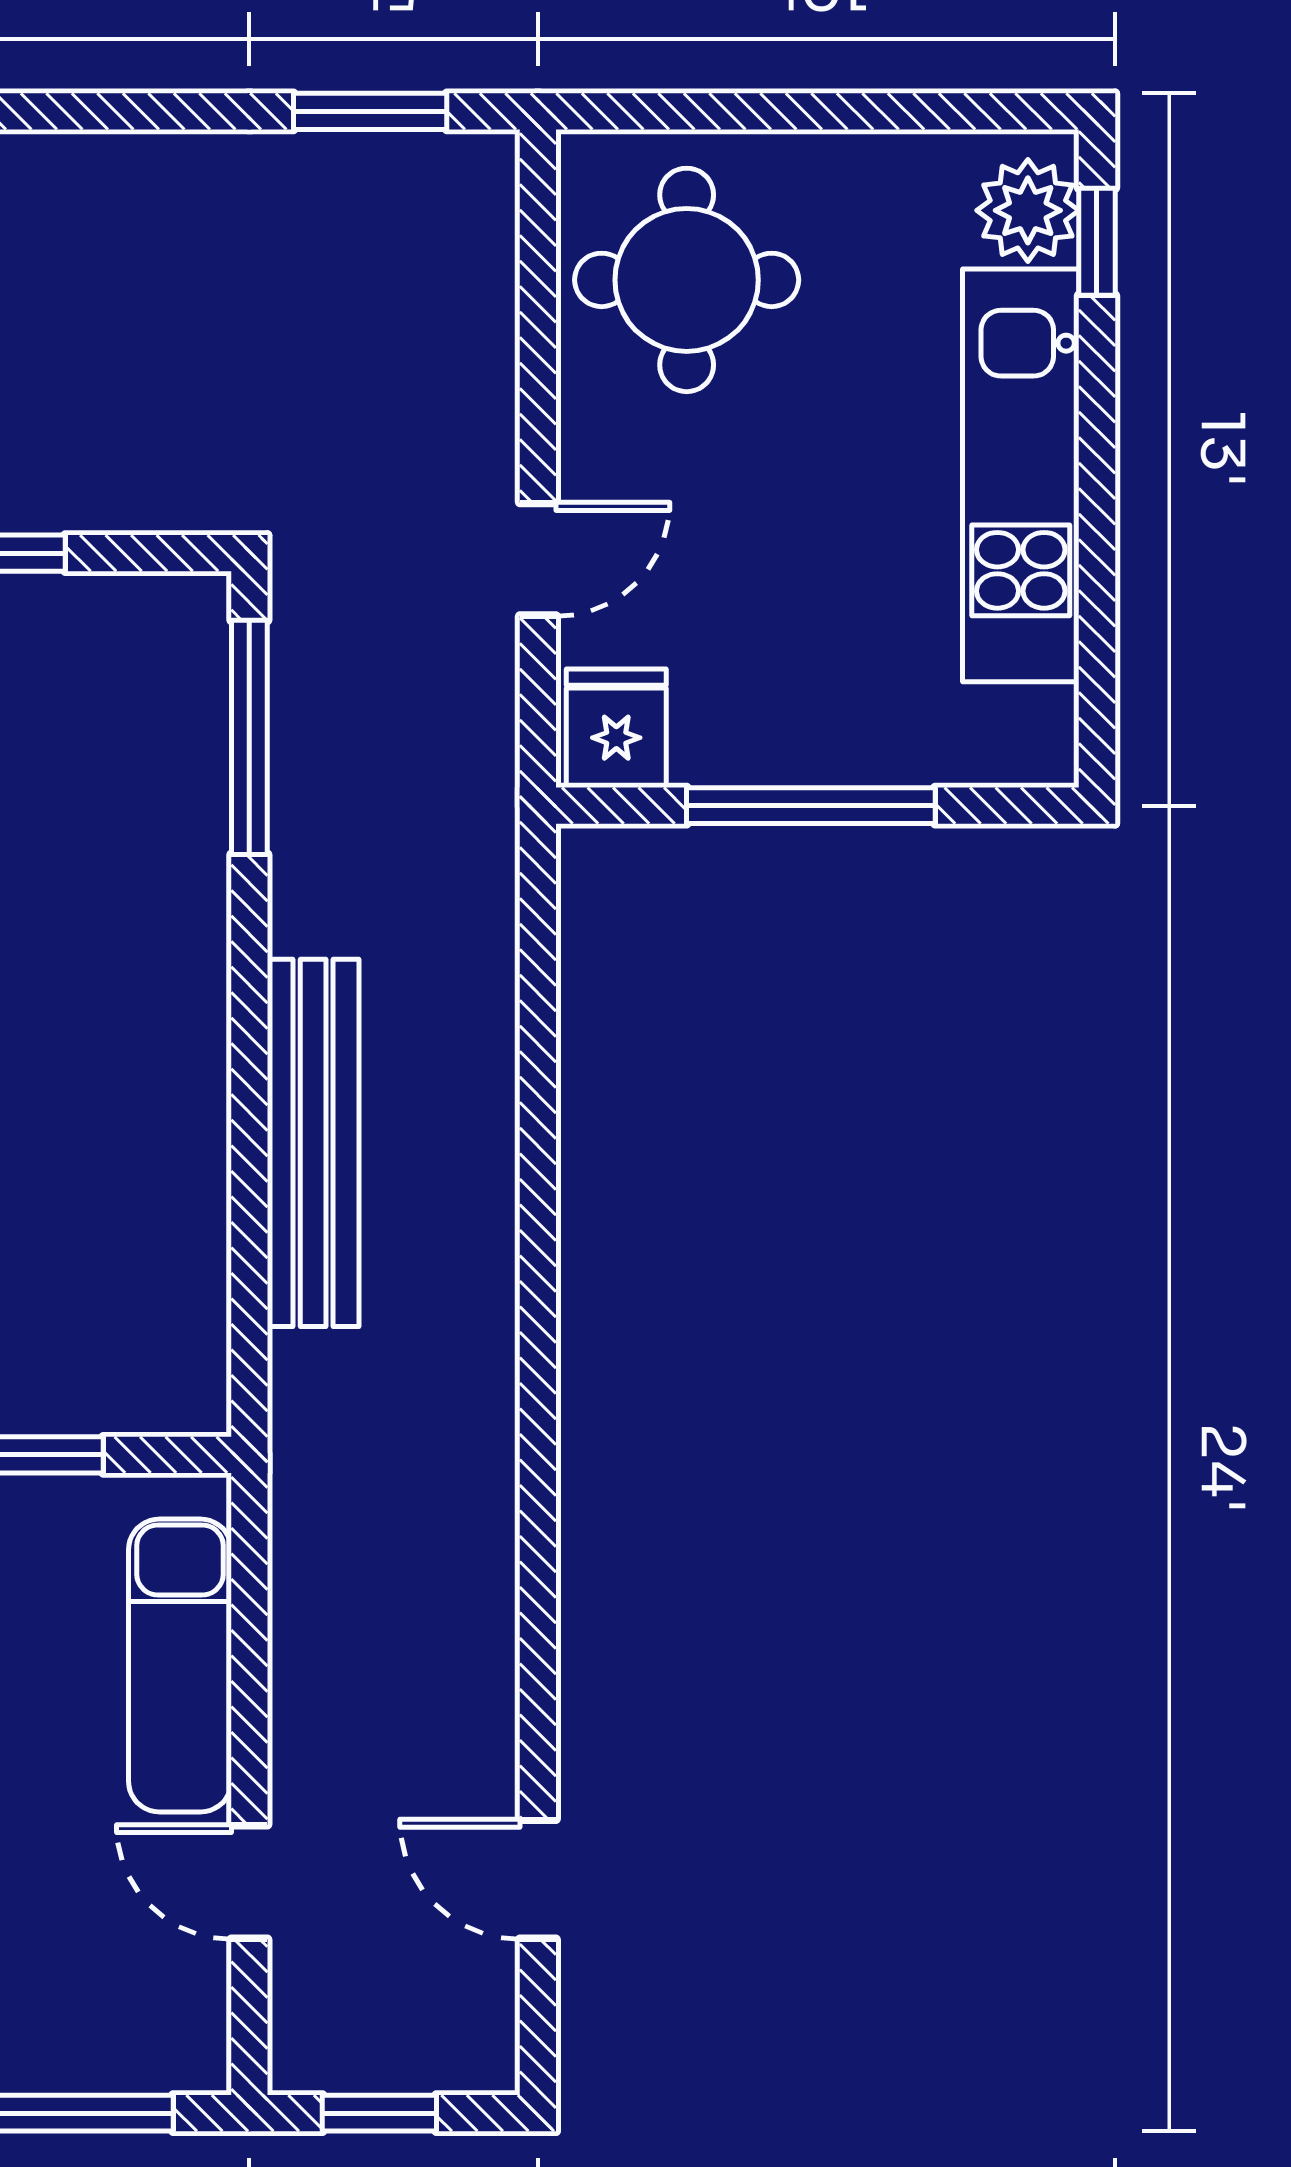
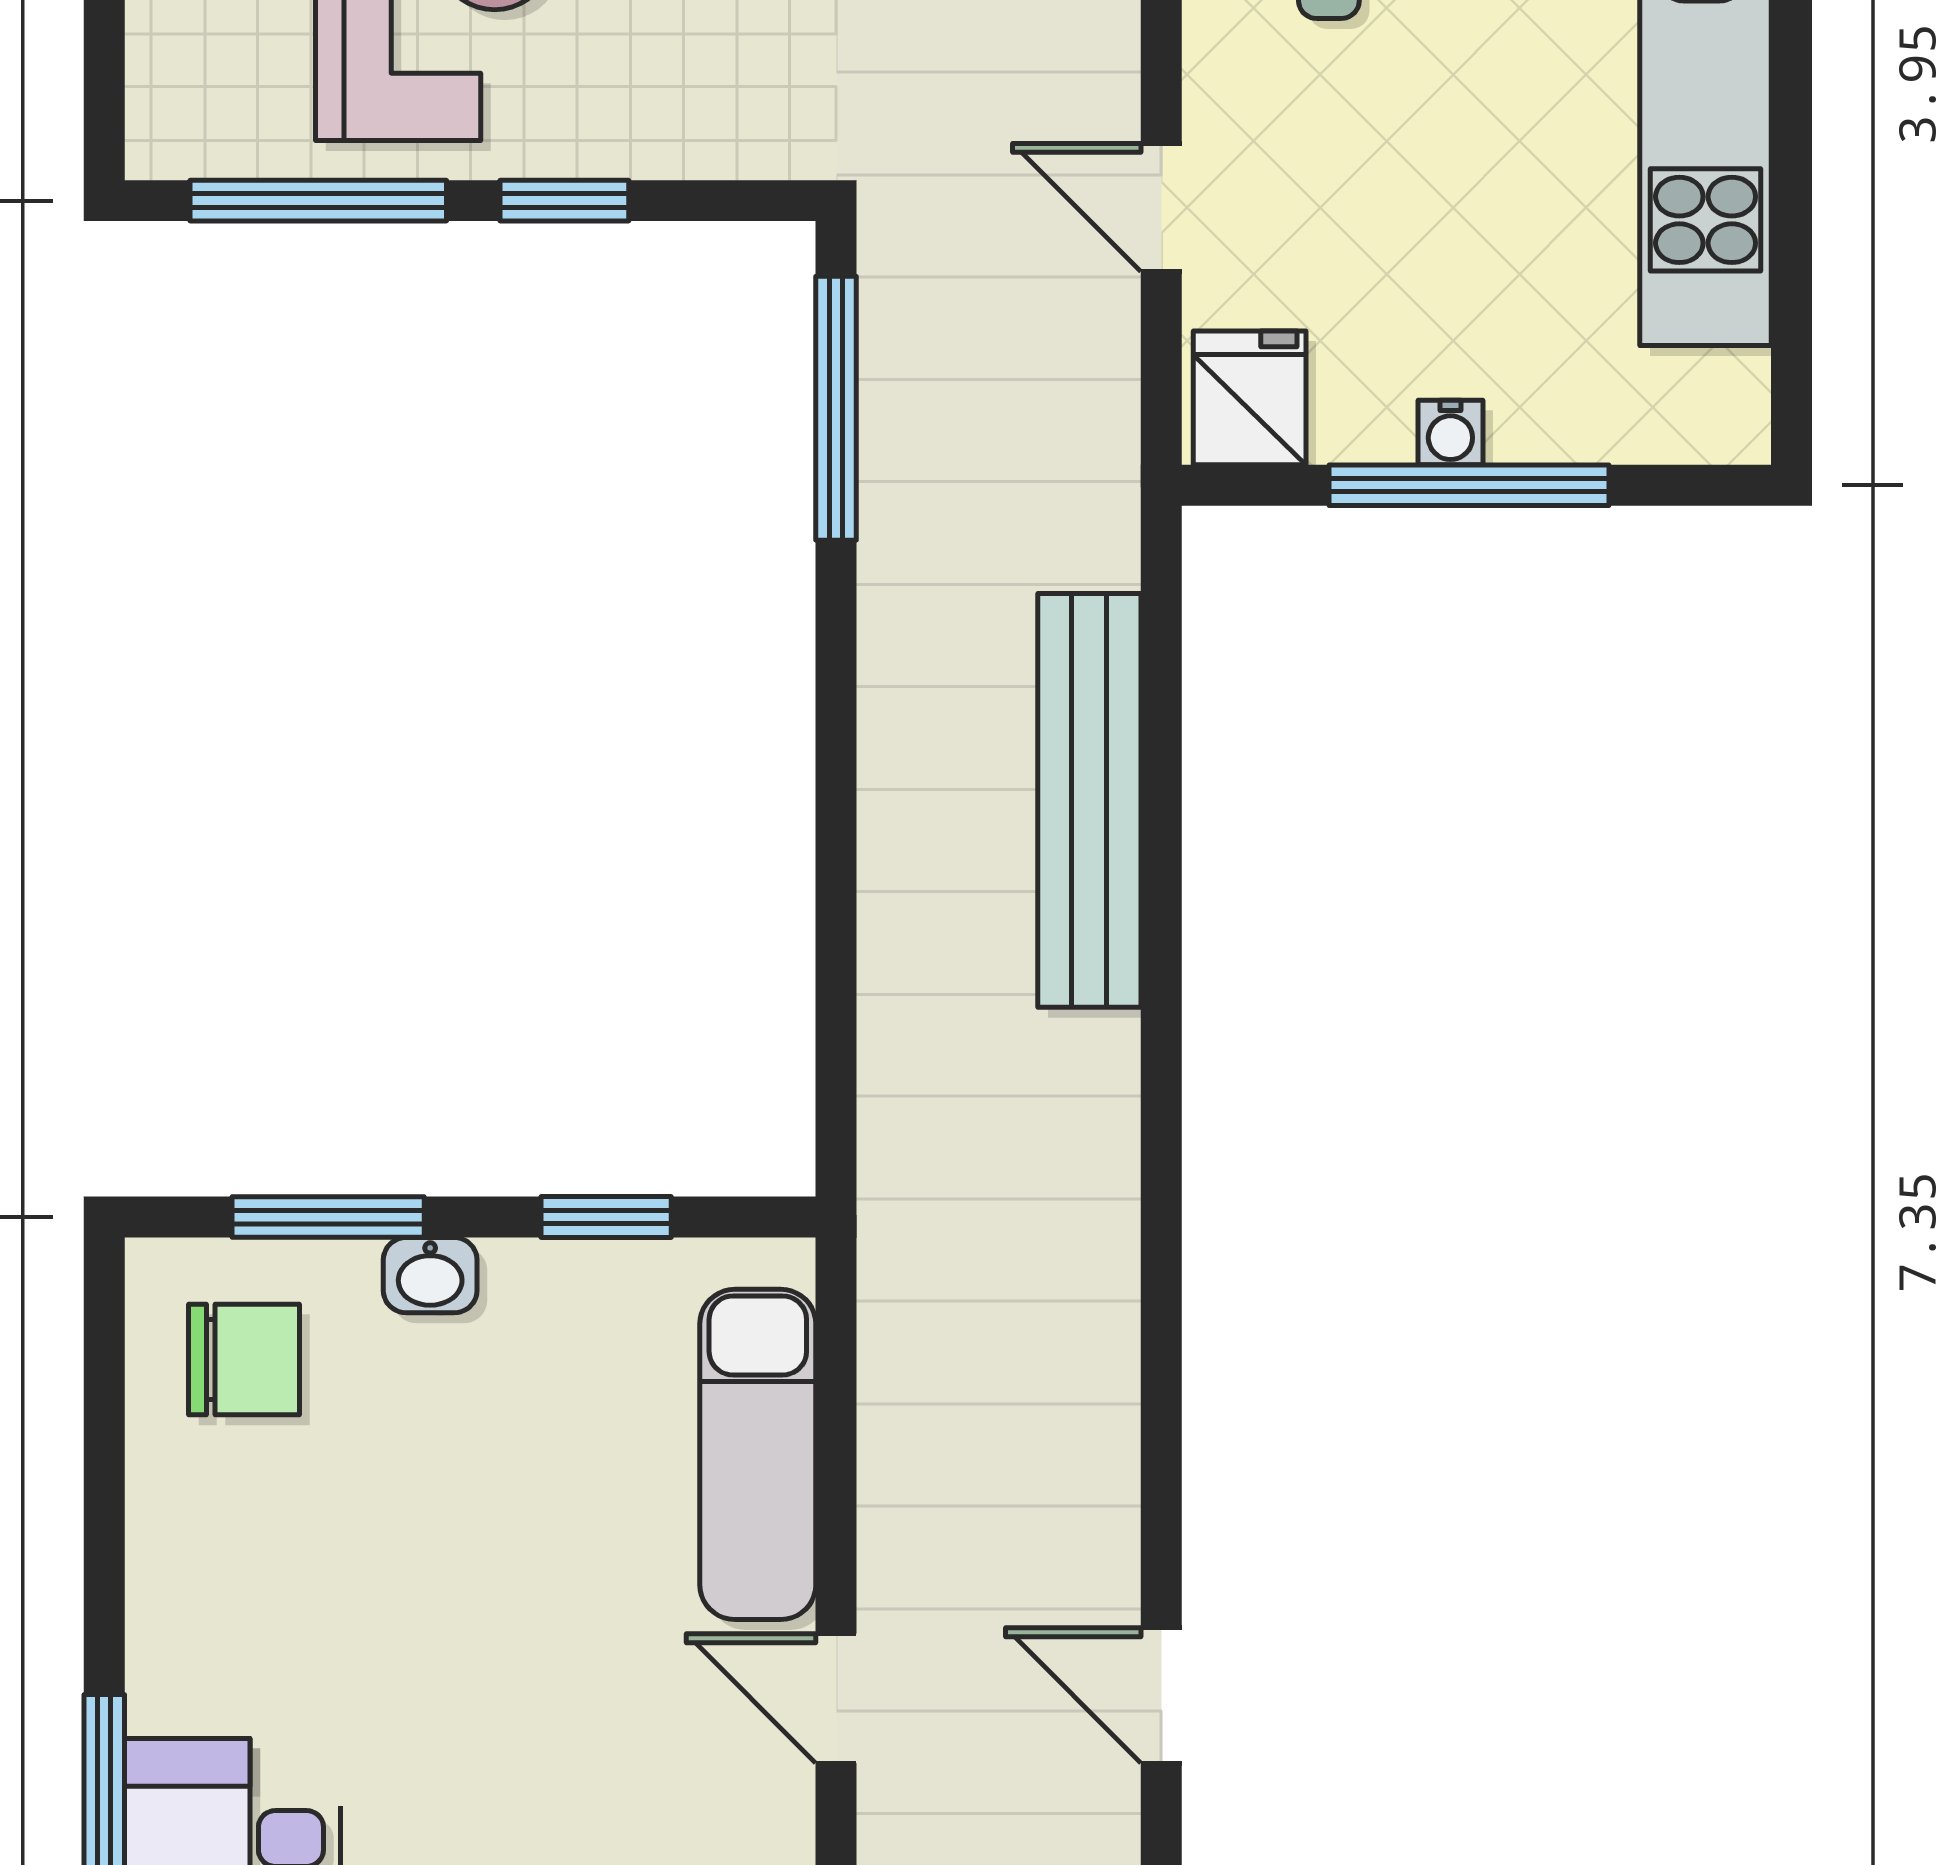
door: (538, 559) -> (1161, 207), swing flipped
water cooler: (794, 759) -> (1450, 433), added
bench: (313, 1143) -> (1089, 800), moved

